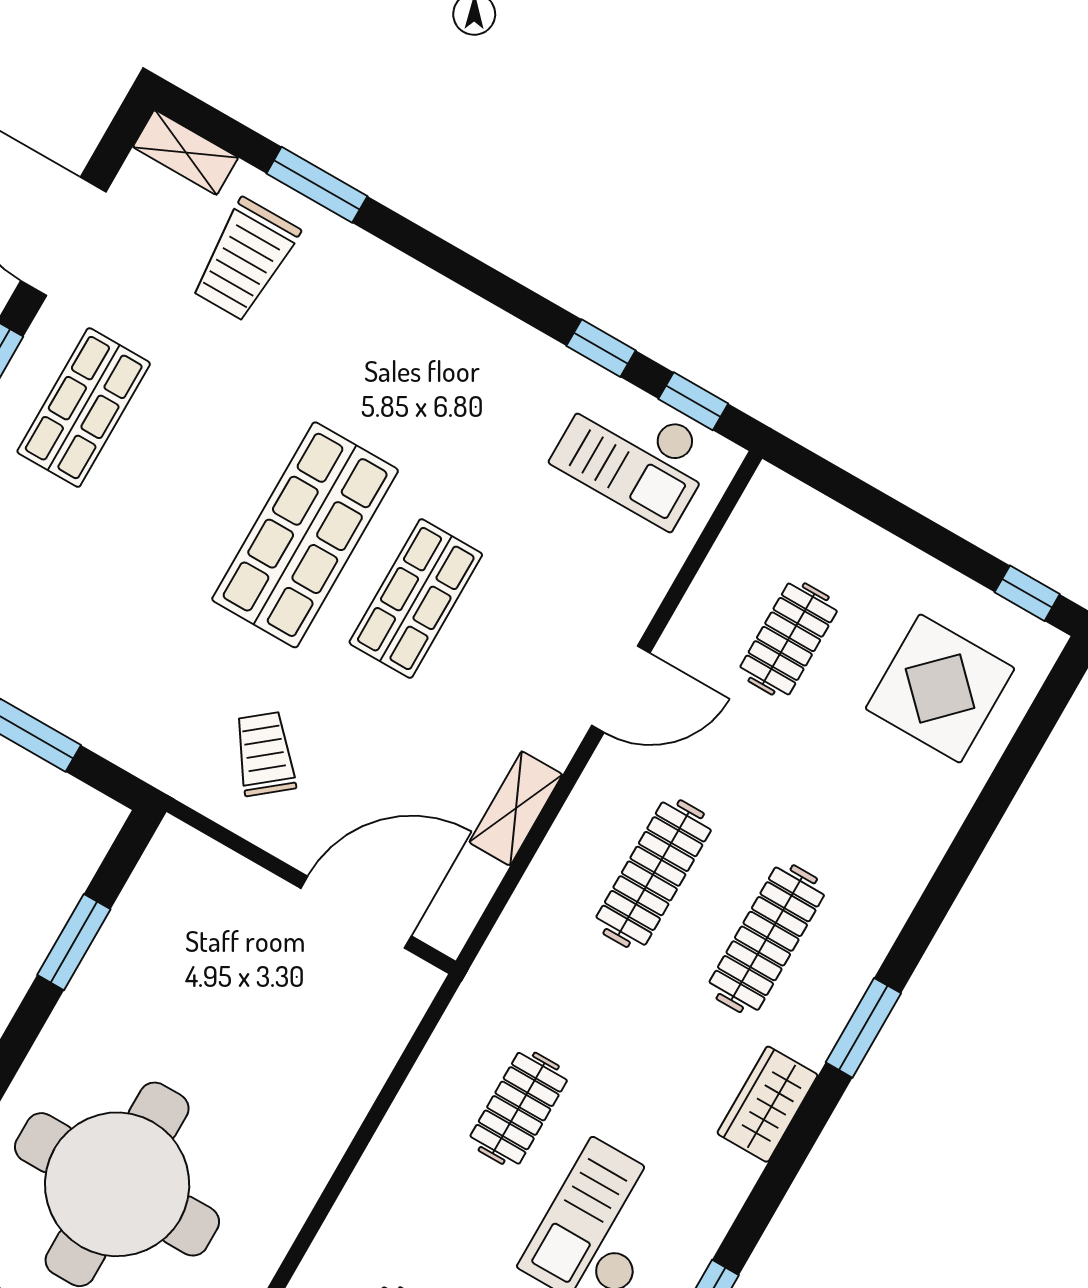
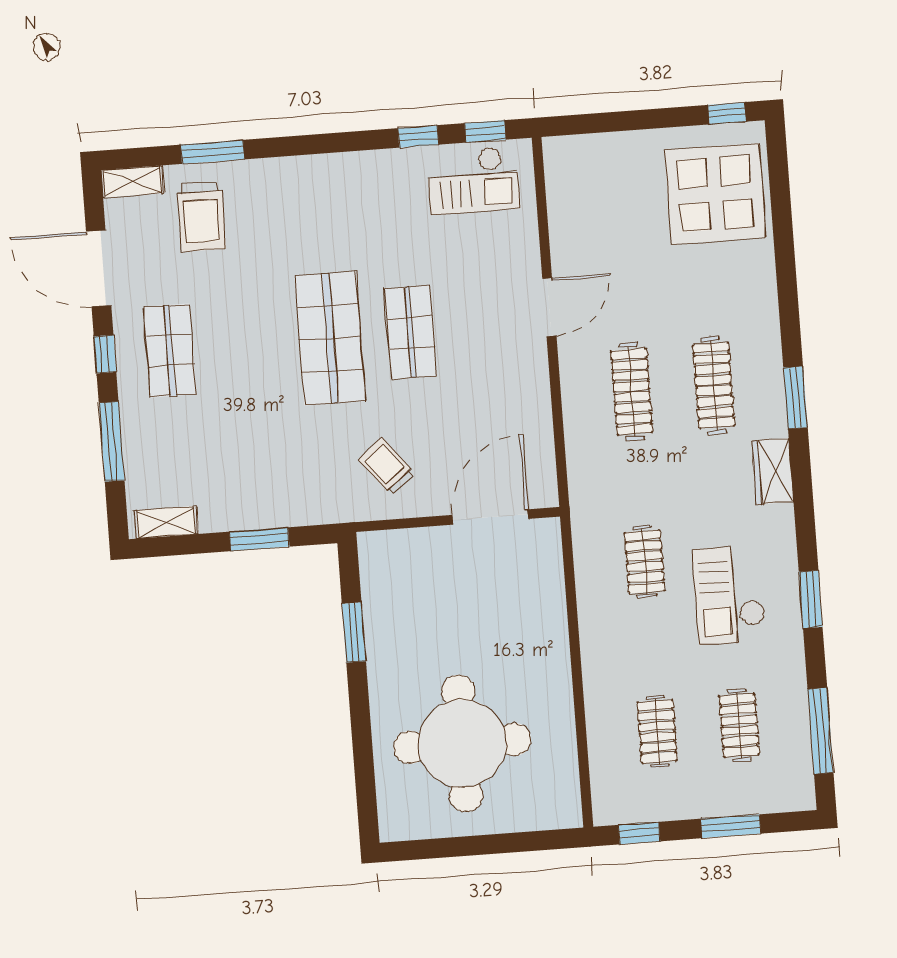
clothes rail: (789, 639) -> (619, 222), removed
display table: (940, 688) -> (715, 194), width x1.36, depth x1.36
shelving: (516, 808) -> (537, 406), removed

